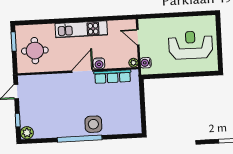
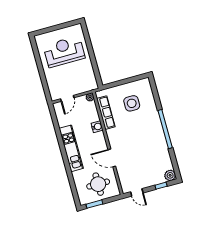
reception desk: (191, 45) -> (64, 52), turned 90
water cooler: (146, 63) -> (88, 87), removed
door: (82, 71) -> (112, 158), moved
side table: (93, 124) -> (132, 103), moved

